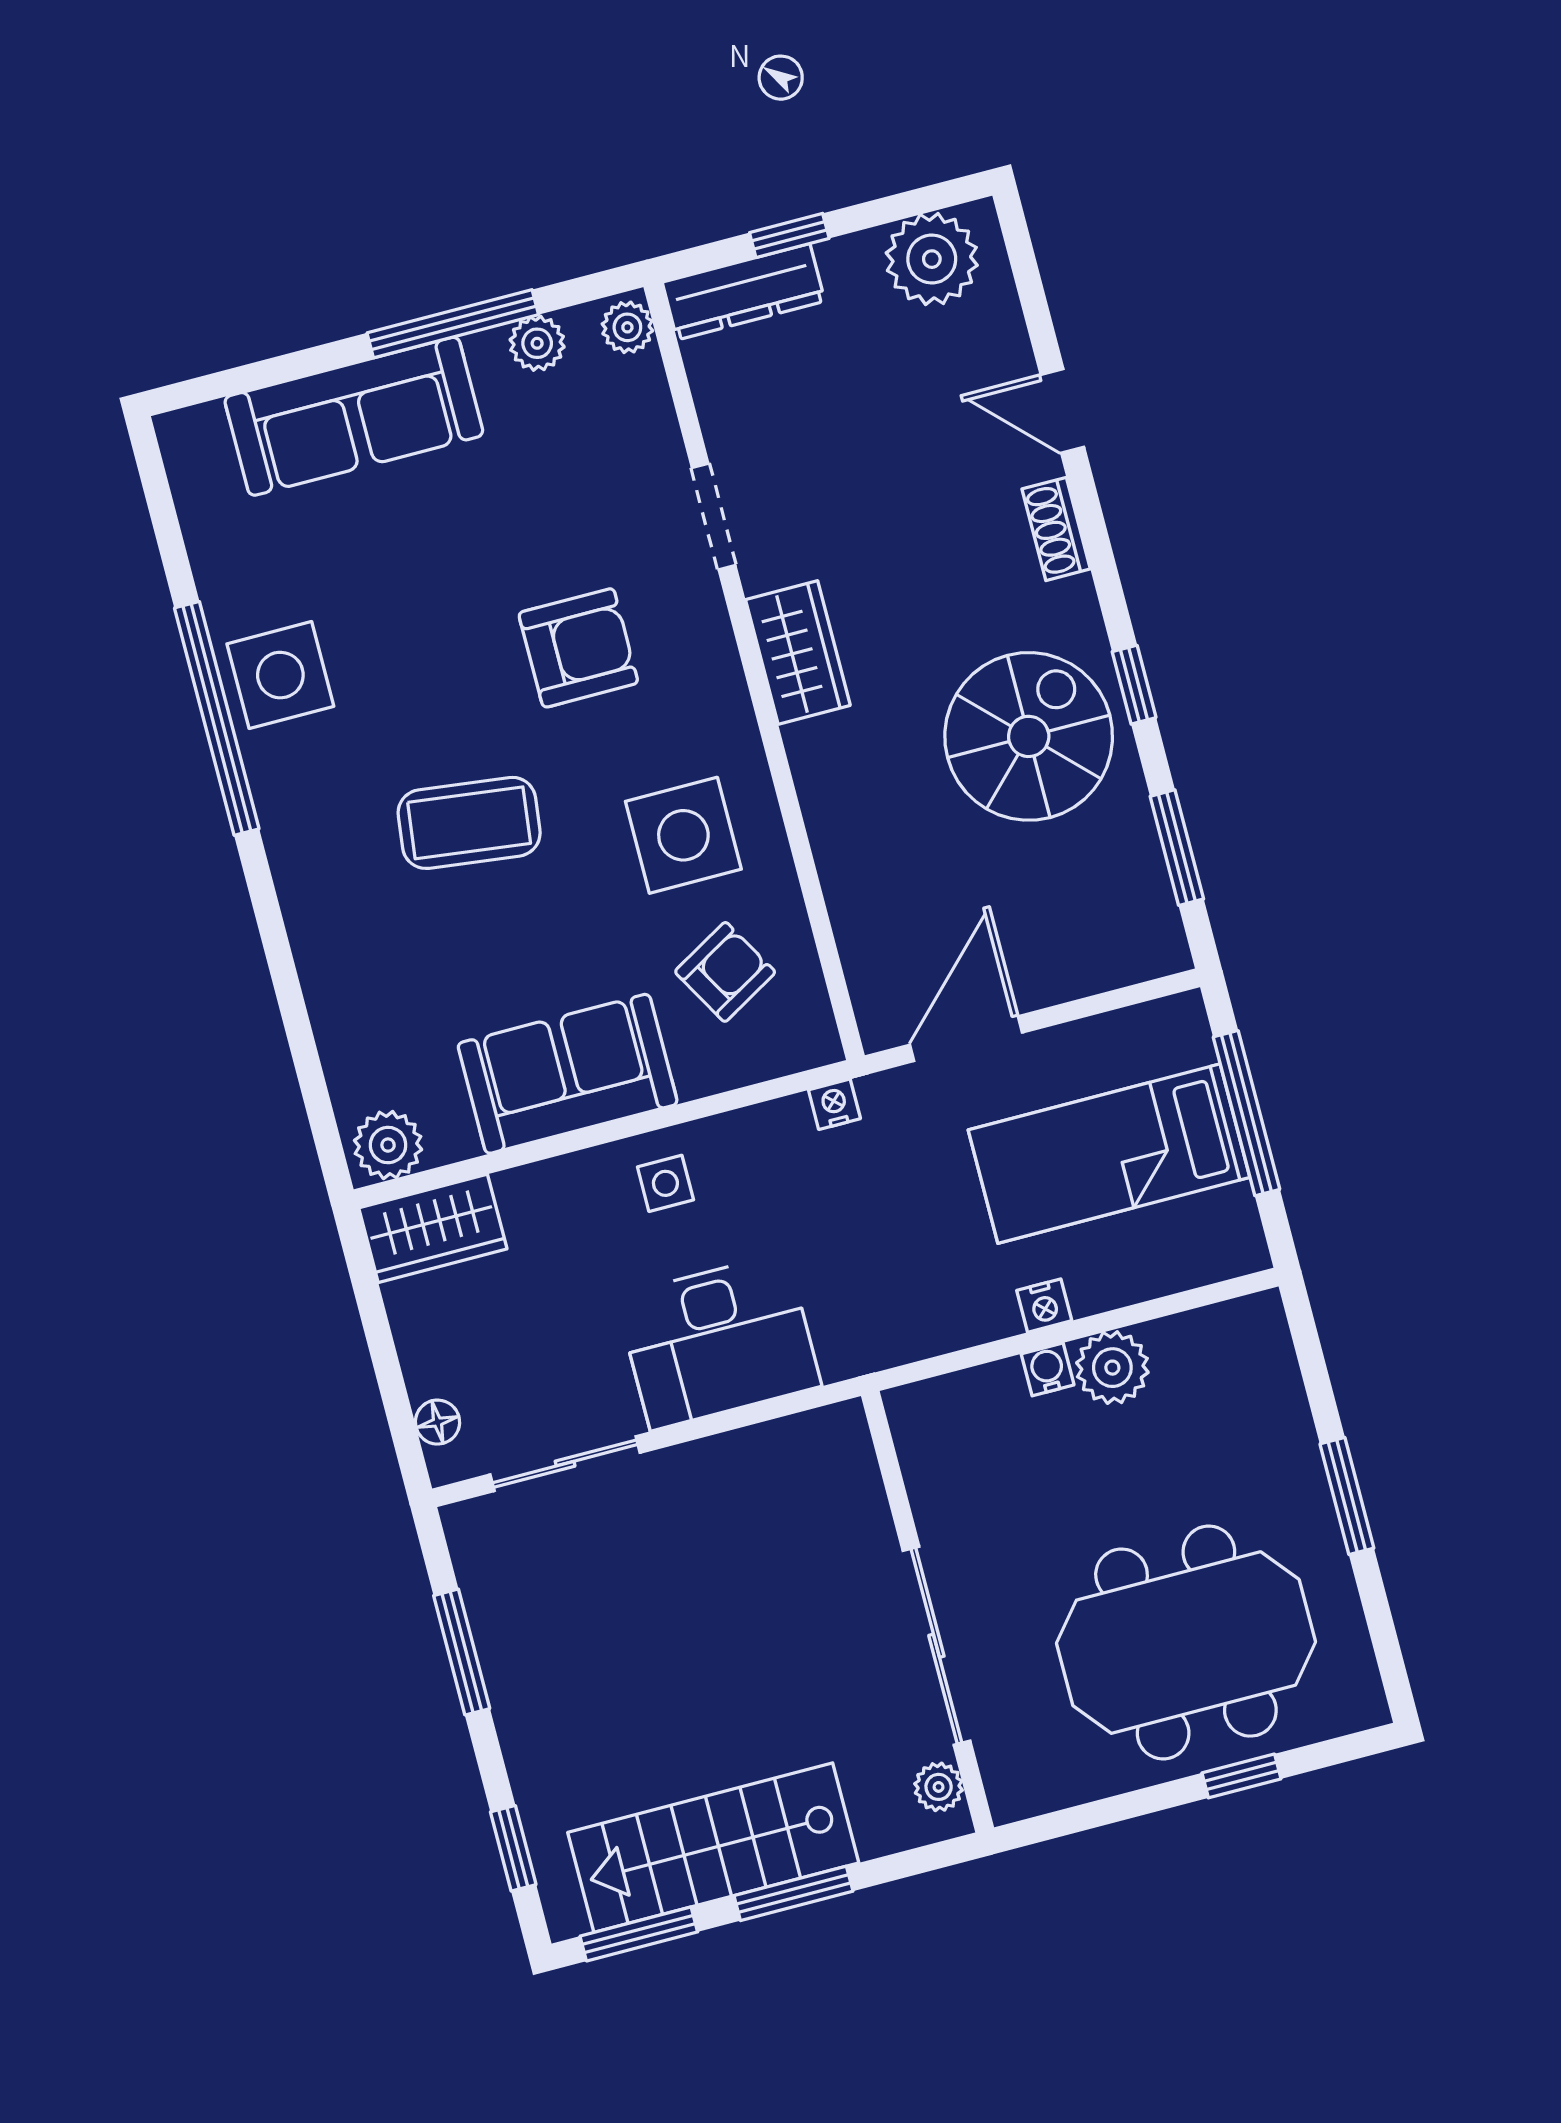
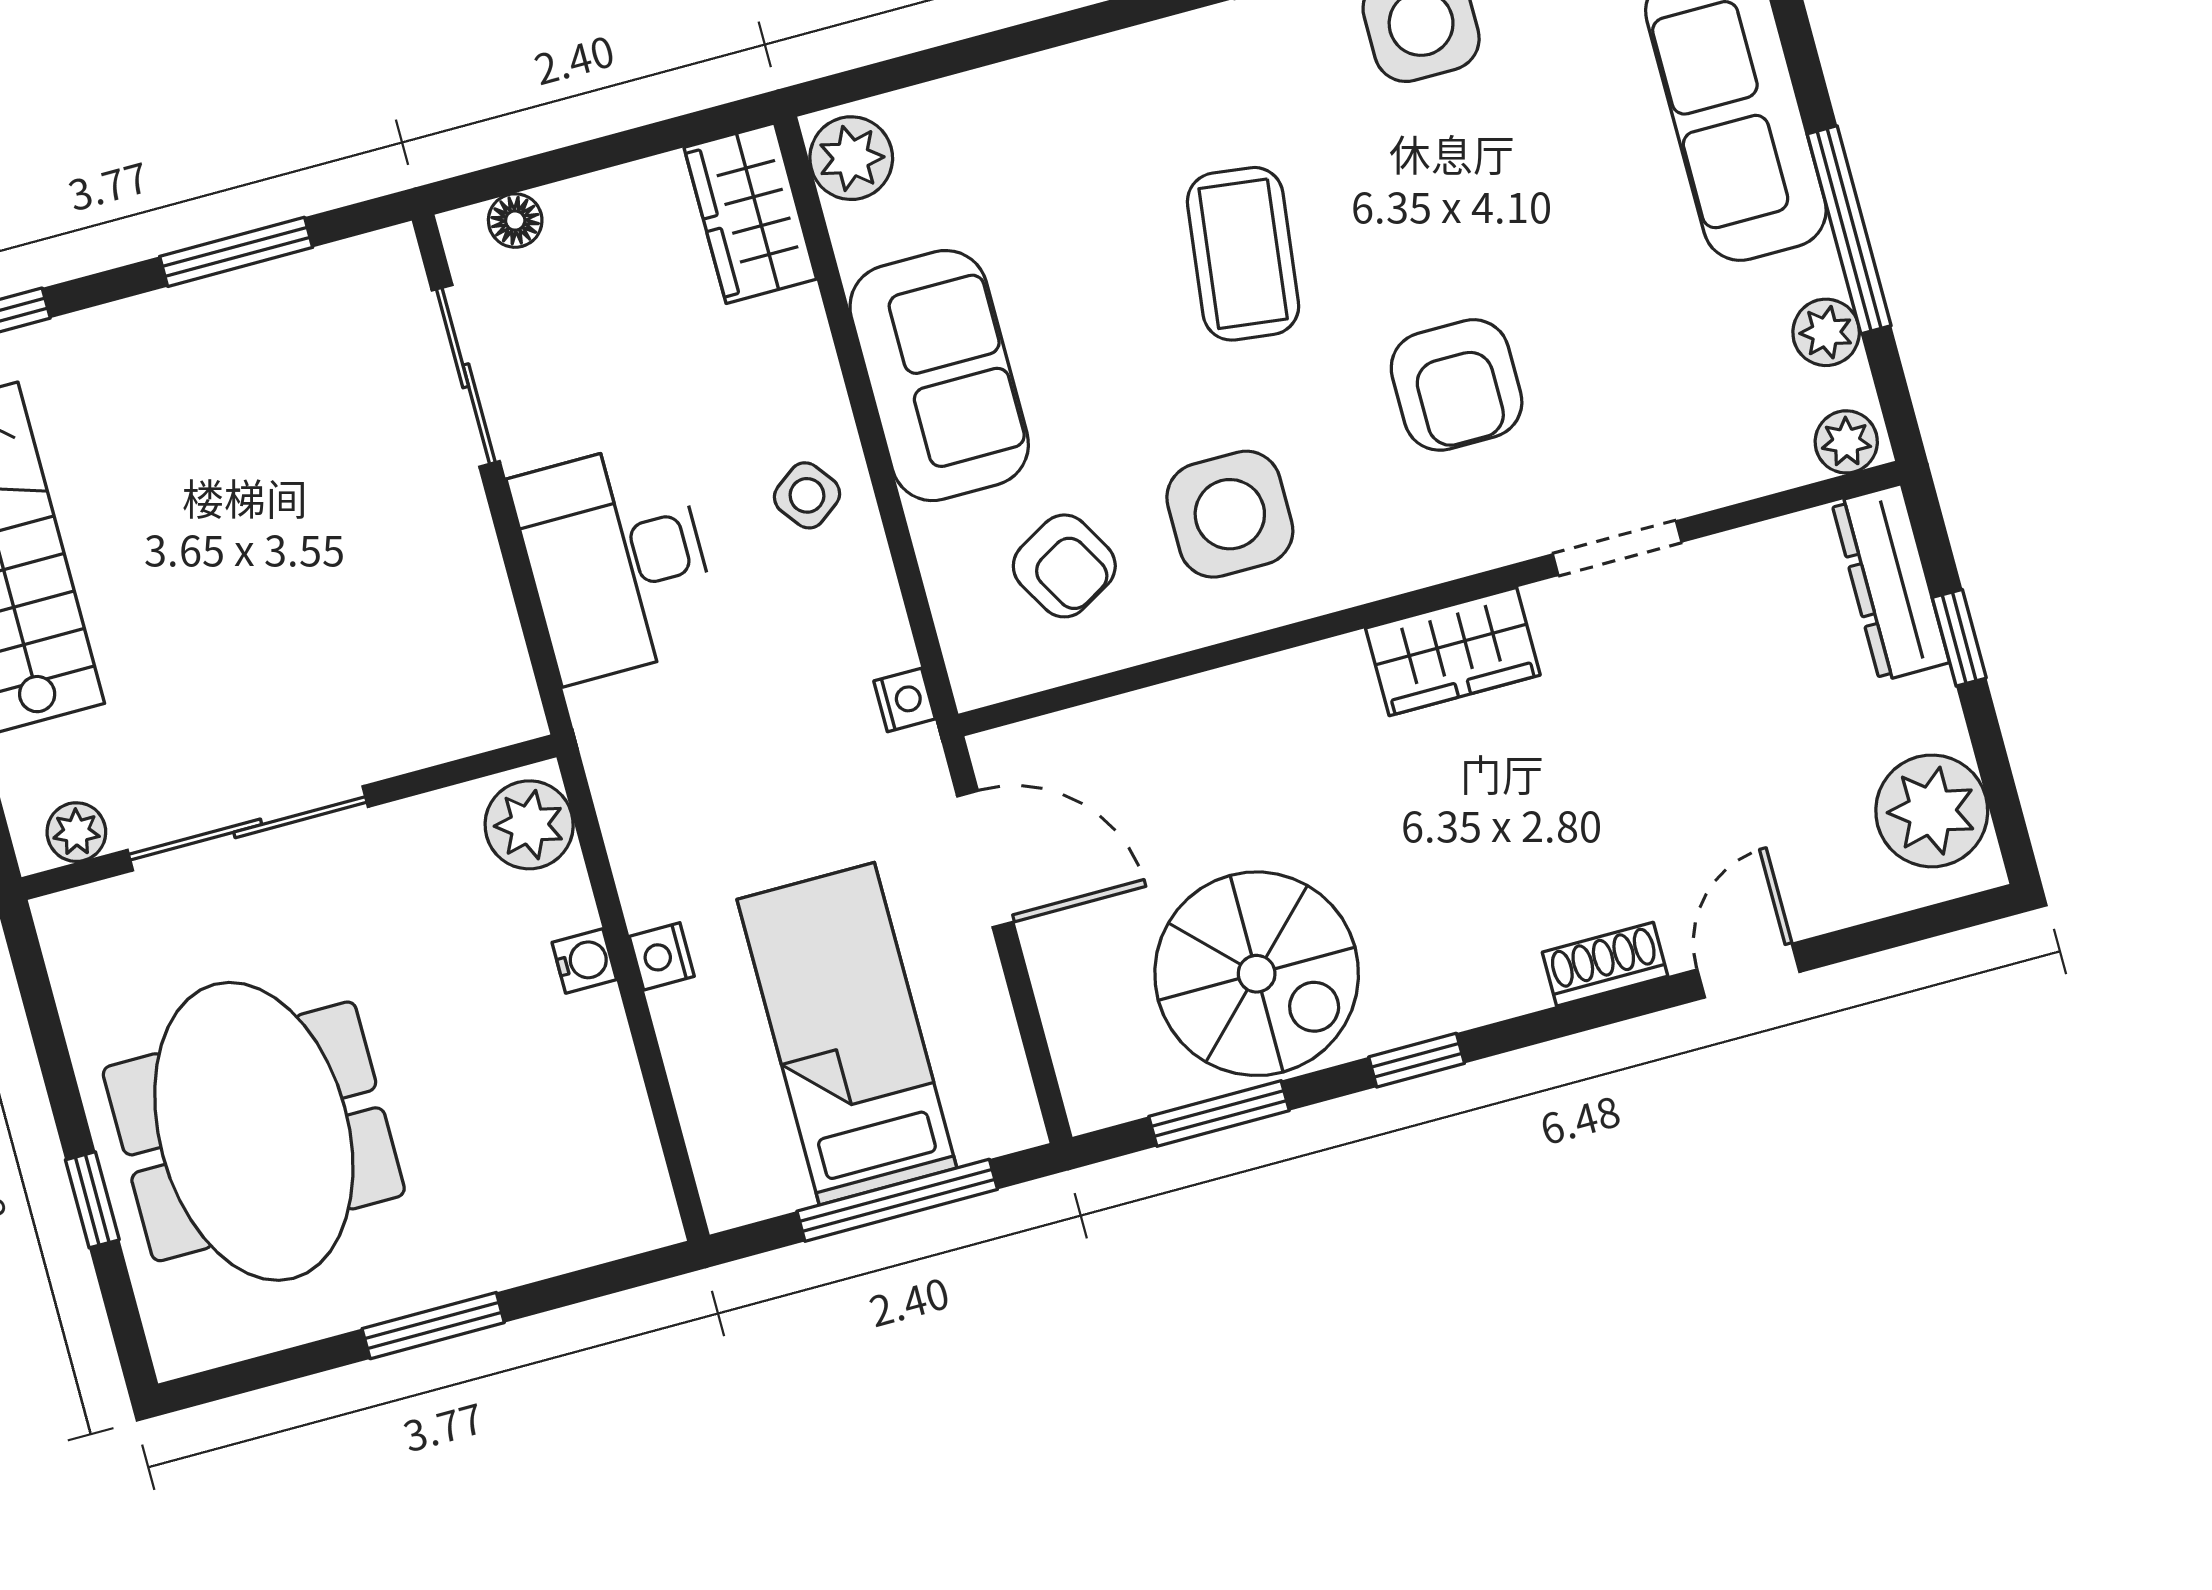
spiral stairs: (1029, 736) -> (1257, 974), moved
side table: (665, 1183) -> (807, 495), turned -37
plant: (1112, 1368) -> (529, 825), moved

